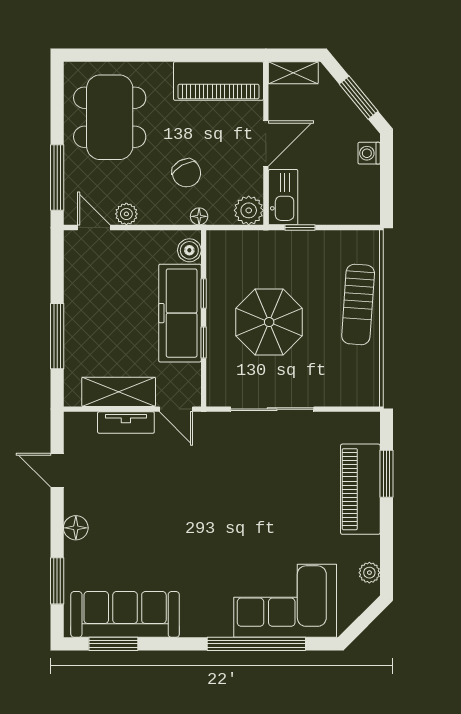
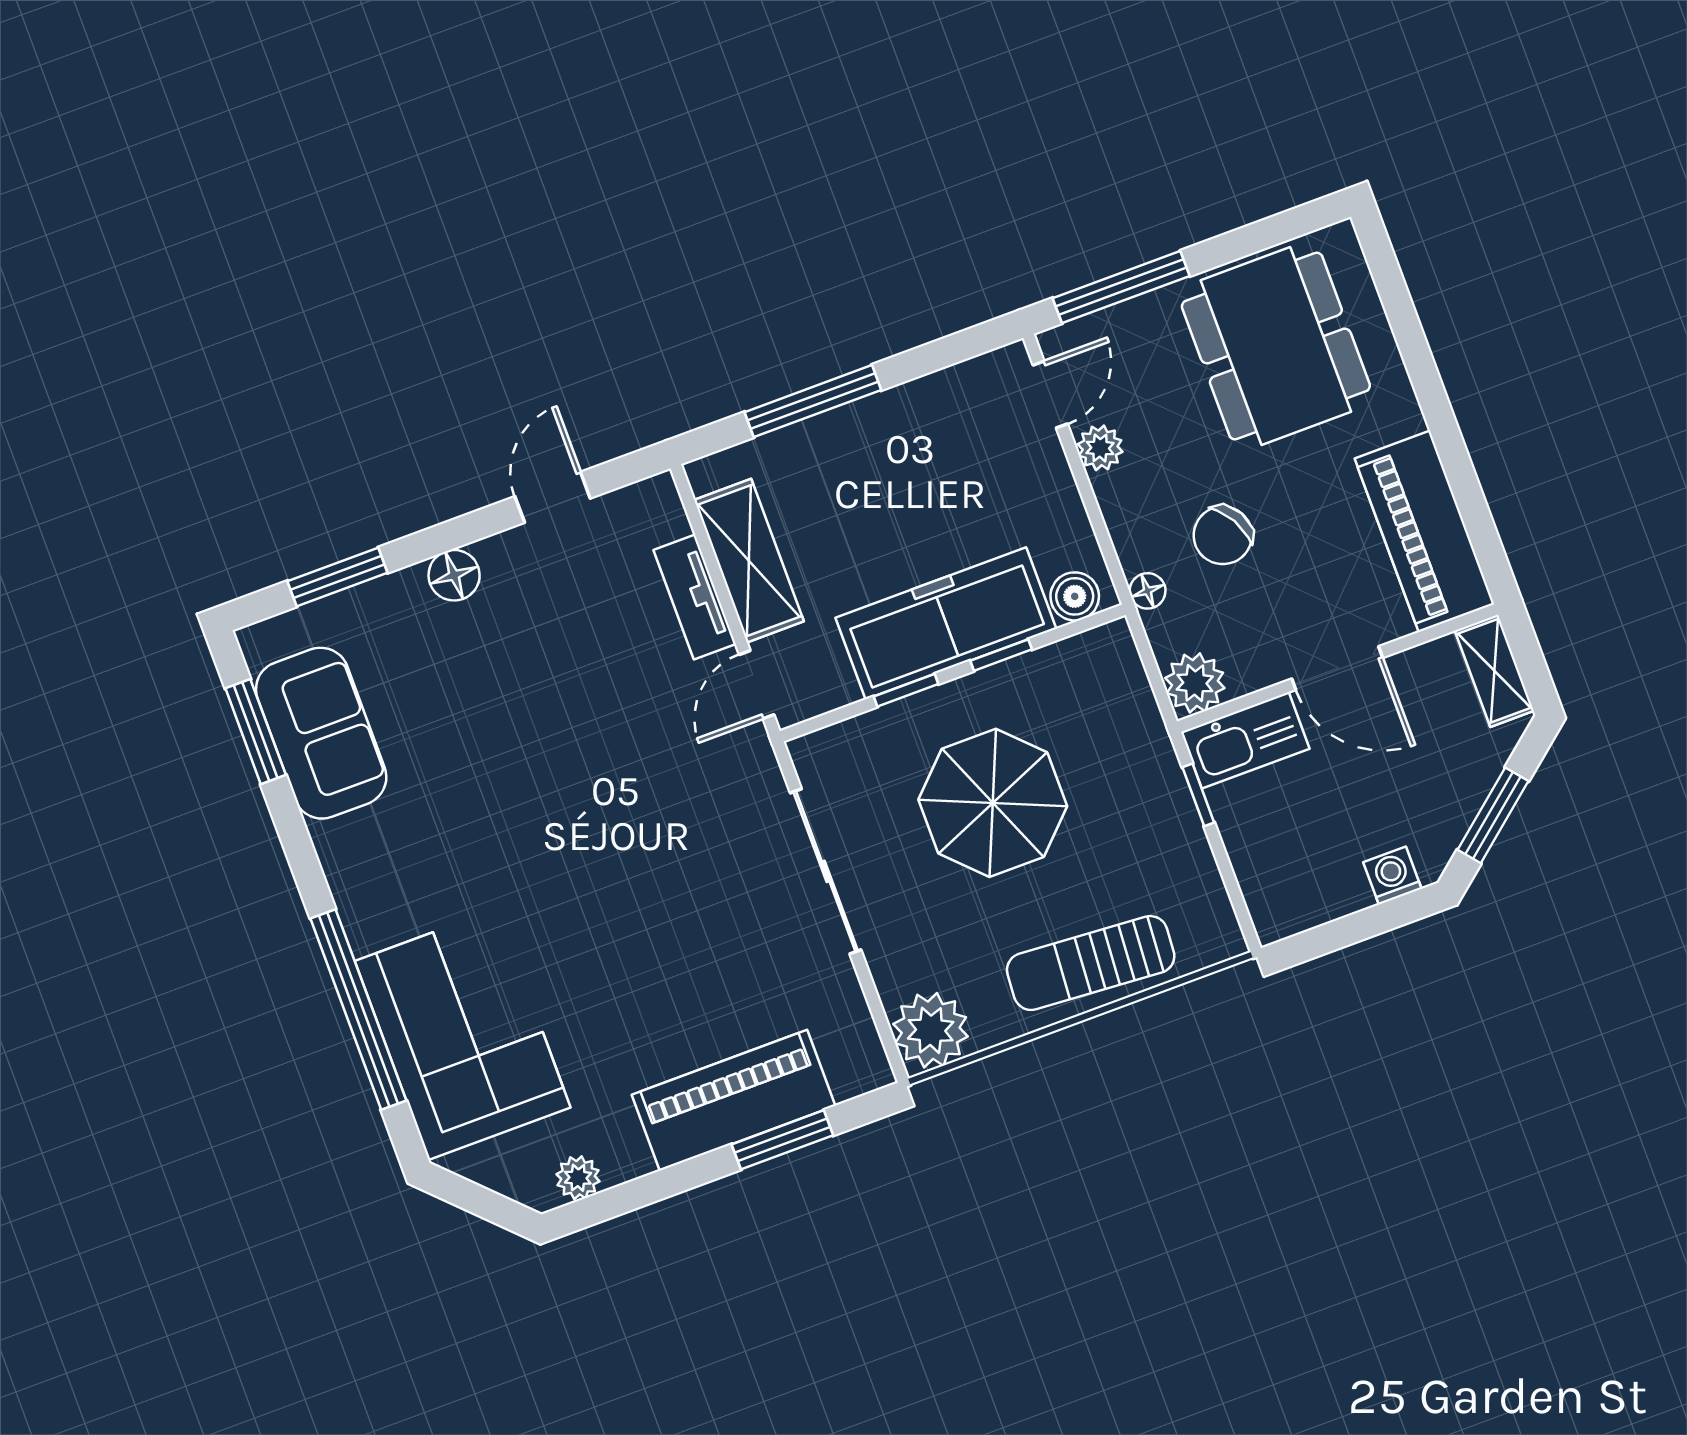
dining table: (110, 117) -> (1276, 346), turned 90
plant: (362, 388) -> (931, 1030), added
sofa: (125, 614) -> (321, 733), width x0.73

